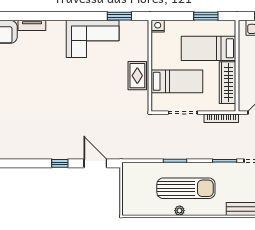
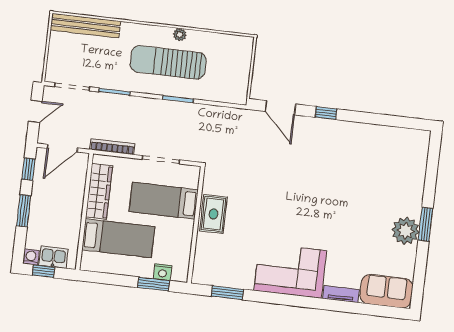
window: (206, 16) -> (153, 284), moved
nightstand: (158, 26) -> (163, 272), moved
corner sofa: (93, 39) -> (290, 271), moved

